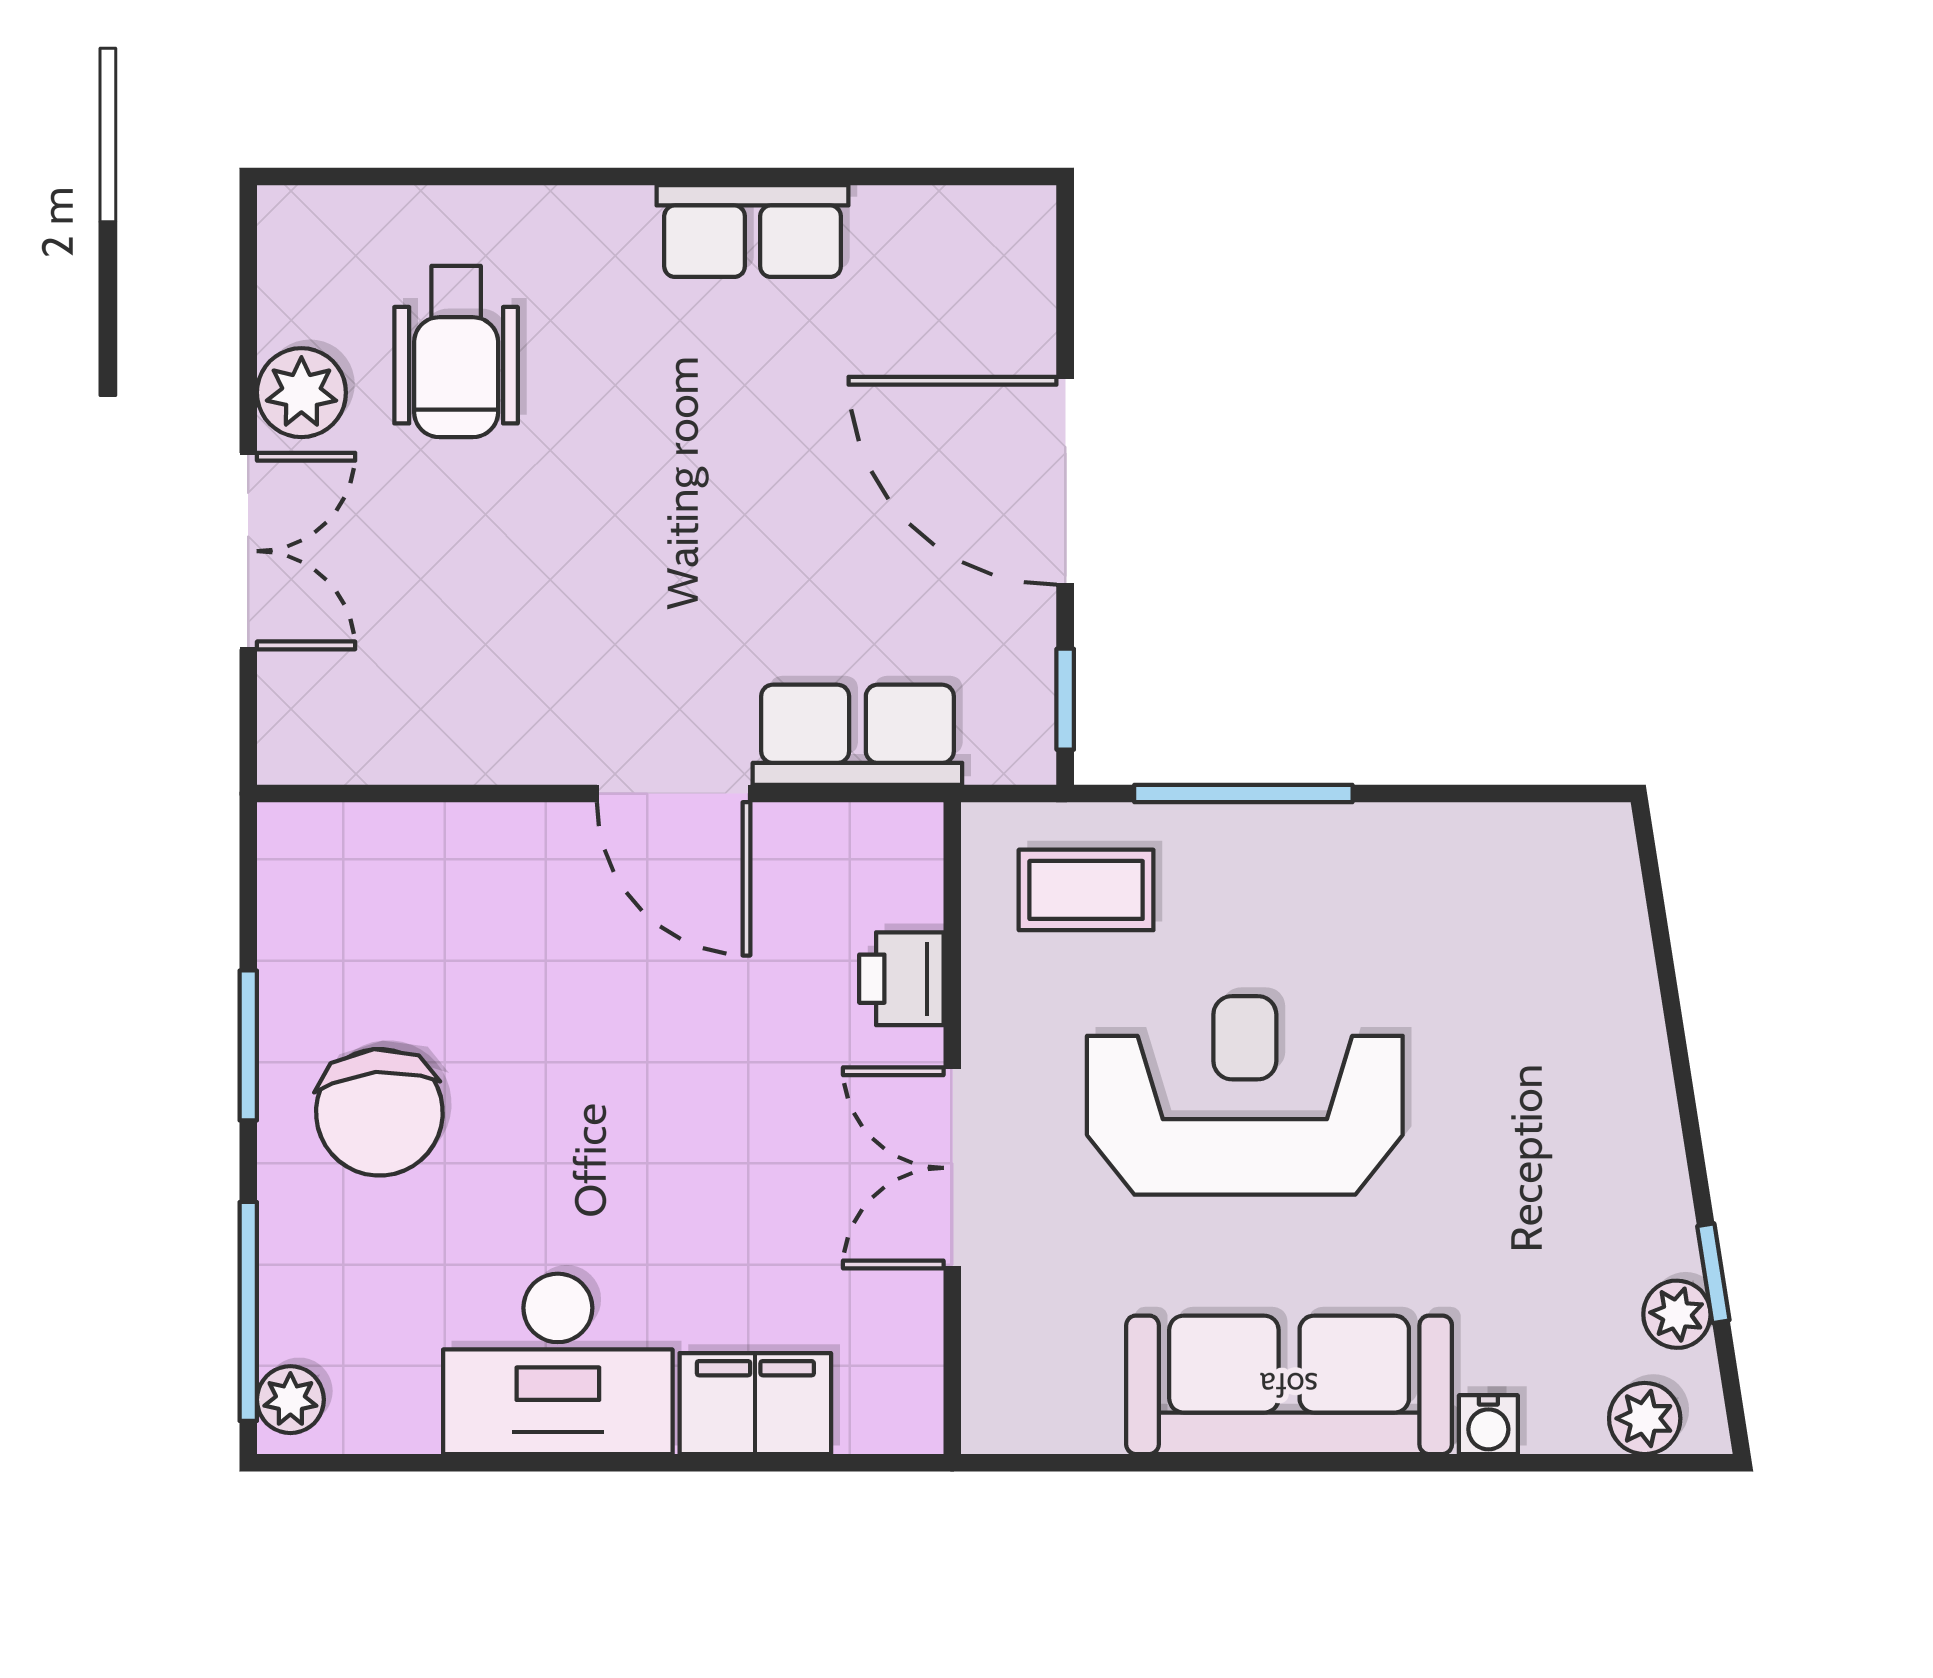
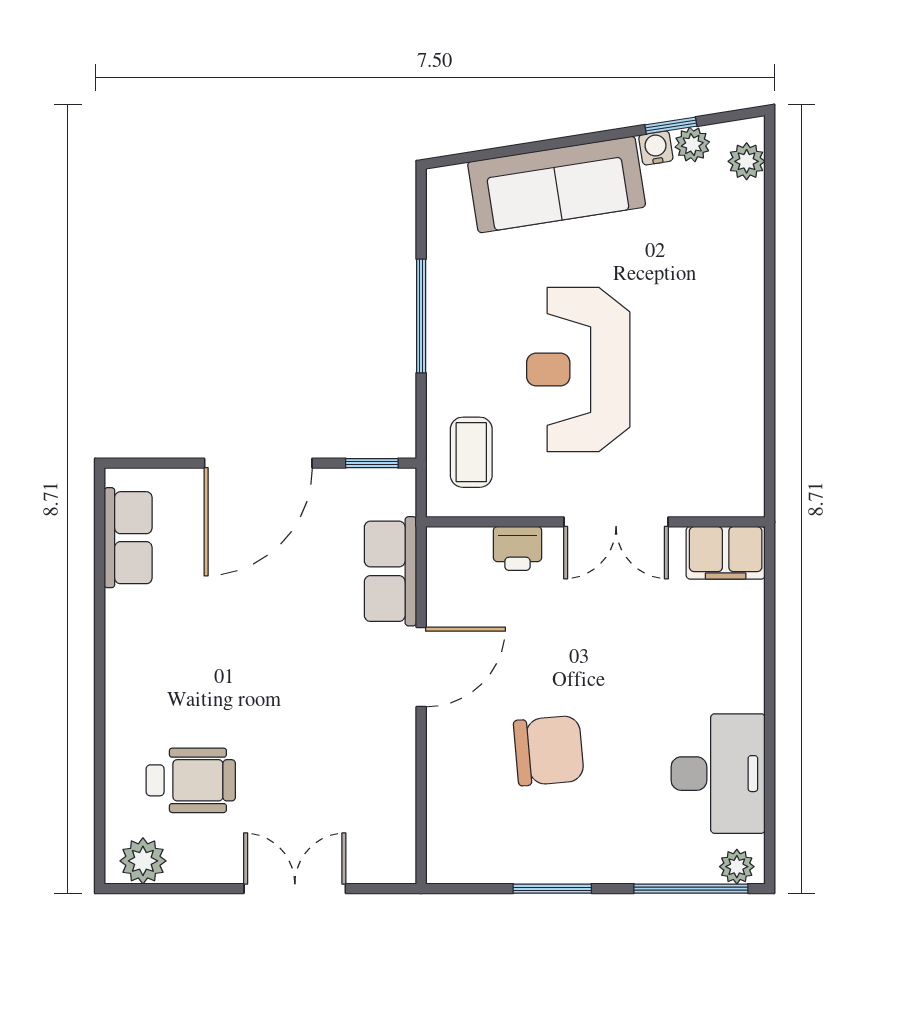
row of seats: (753, 231) -> (128, 538), moved
plant: (301, 393) -> (143, 861), moved
window: (1243, 794) -> (421, 316), moved
chair: (379, 1112) -> (549, 751), moved
desk: (558, 1364) -> (718, 774), moved
sofa: (1289, 1385) -> (557, 184), moved, turned -99
filing cabinet: (755, 1404) -> (726, 553), moved, turned -90
water cooler: (1488, 1425) -> (656, 148), moved, turned -99

